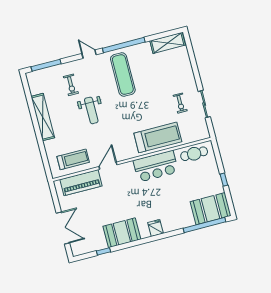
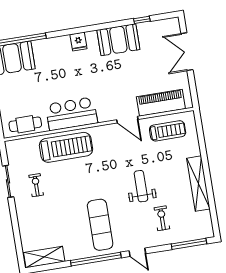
treadmill: (158, 137) -> (66, 147), turned 180
treadmill: (73, 159) -> (168, 131), turned 180
door: (108, 166) -> (127, 120), hinge flipped

